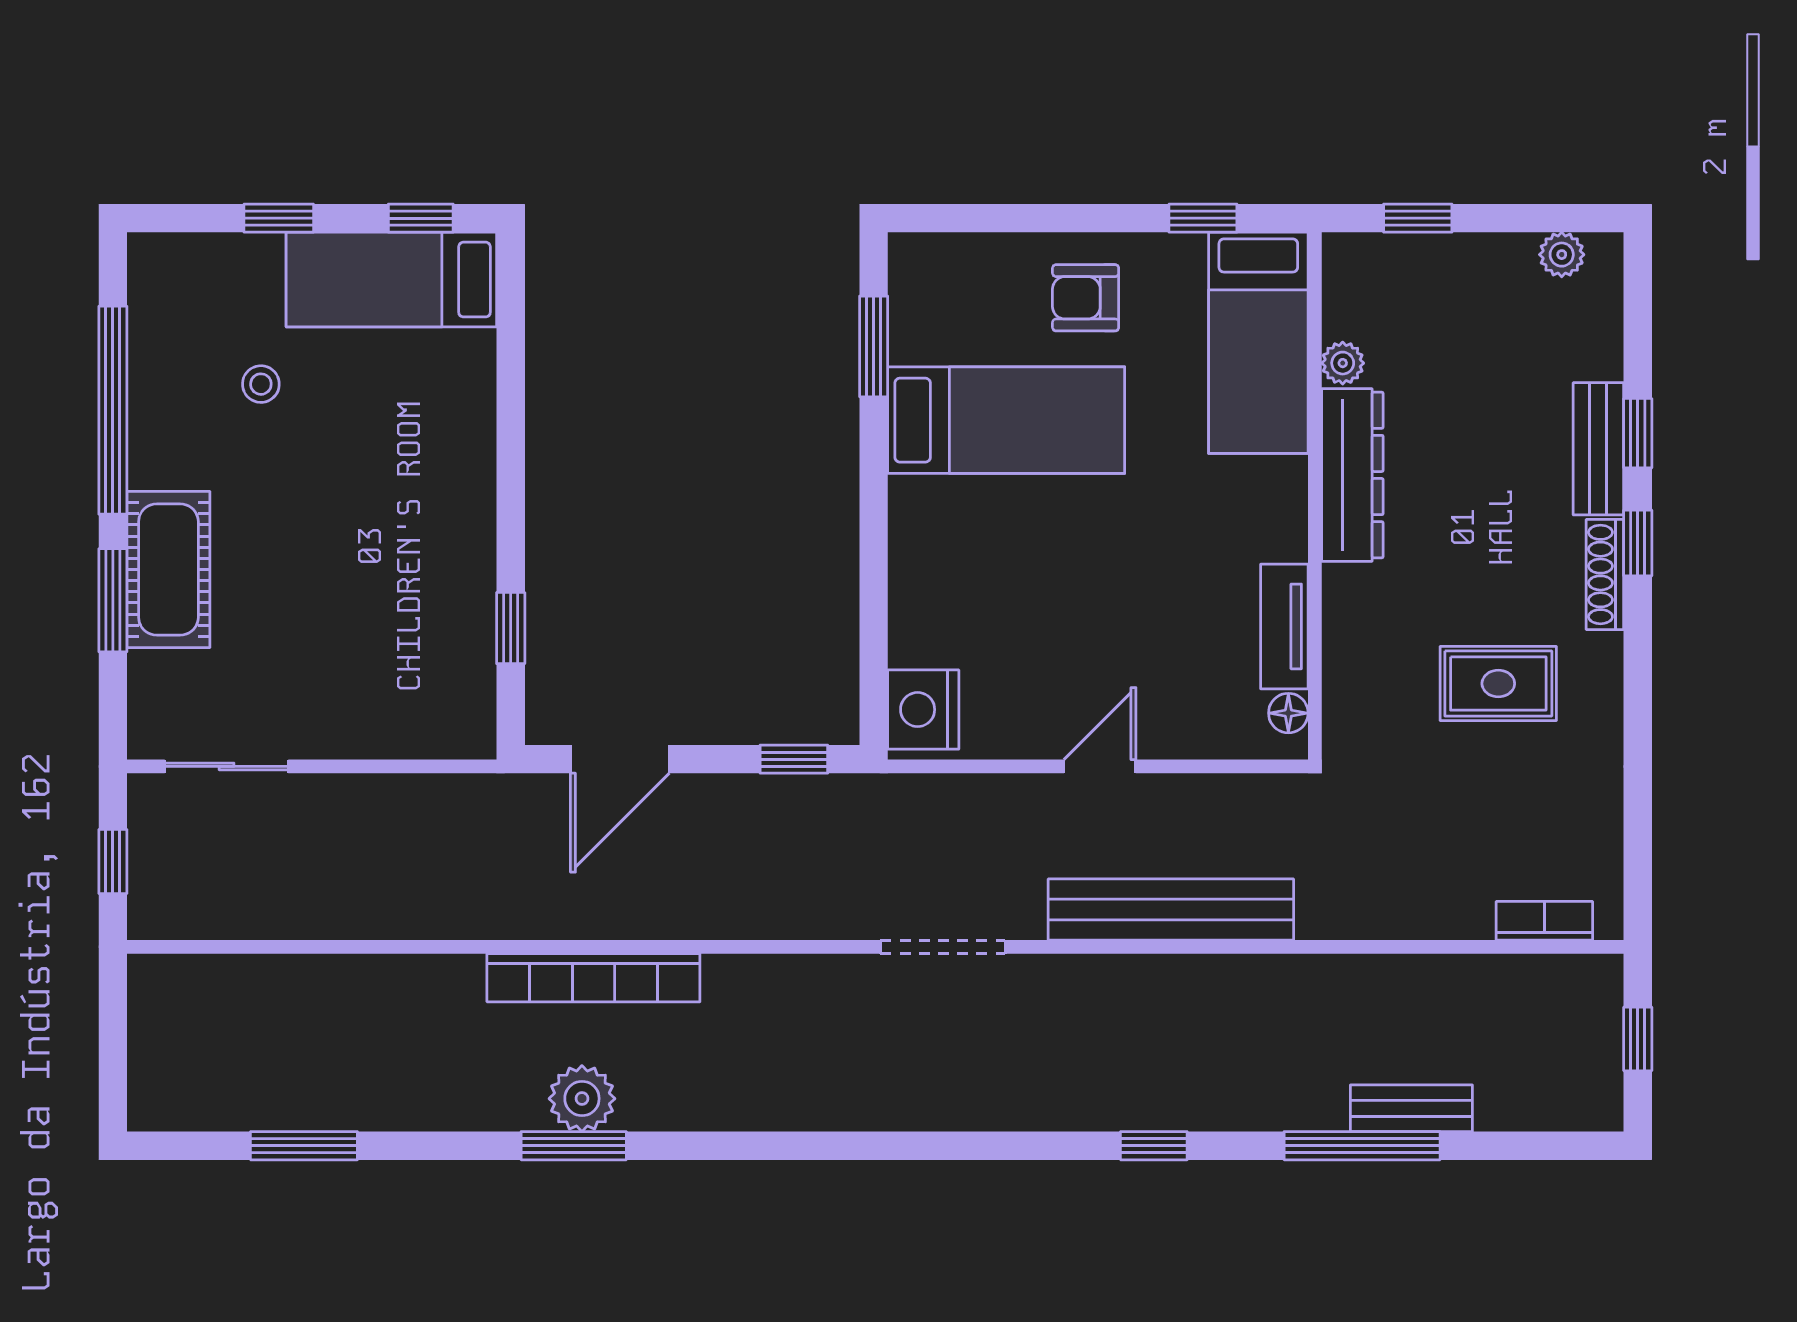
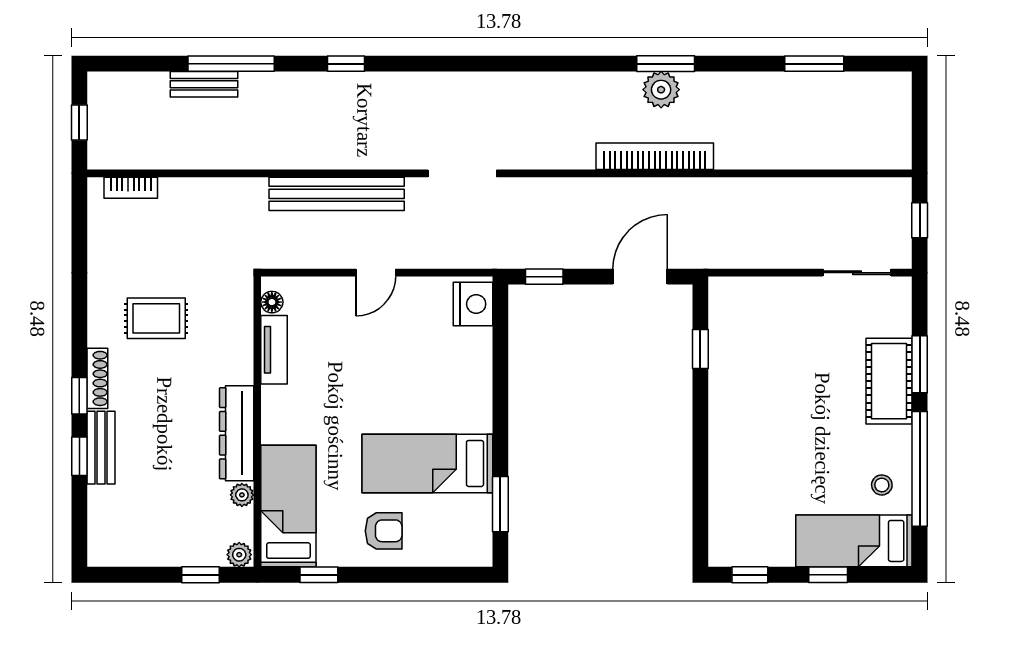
plant: (1562, 255) -> (239, 555), moved
bed: (391, 280) -> (854, 541), moved, turned 180
stool: (261, 384) -> (882, 485), moved

